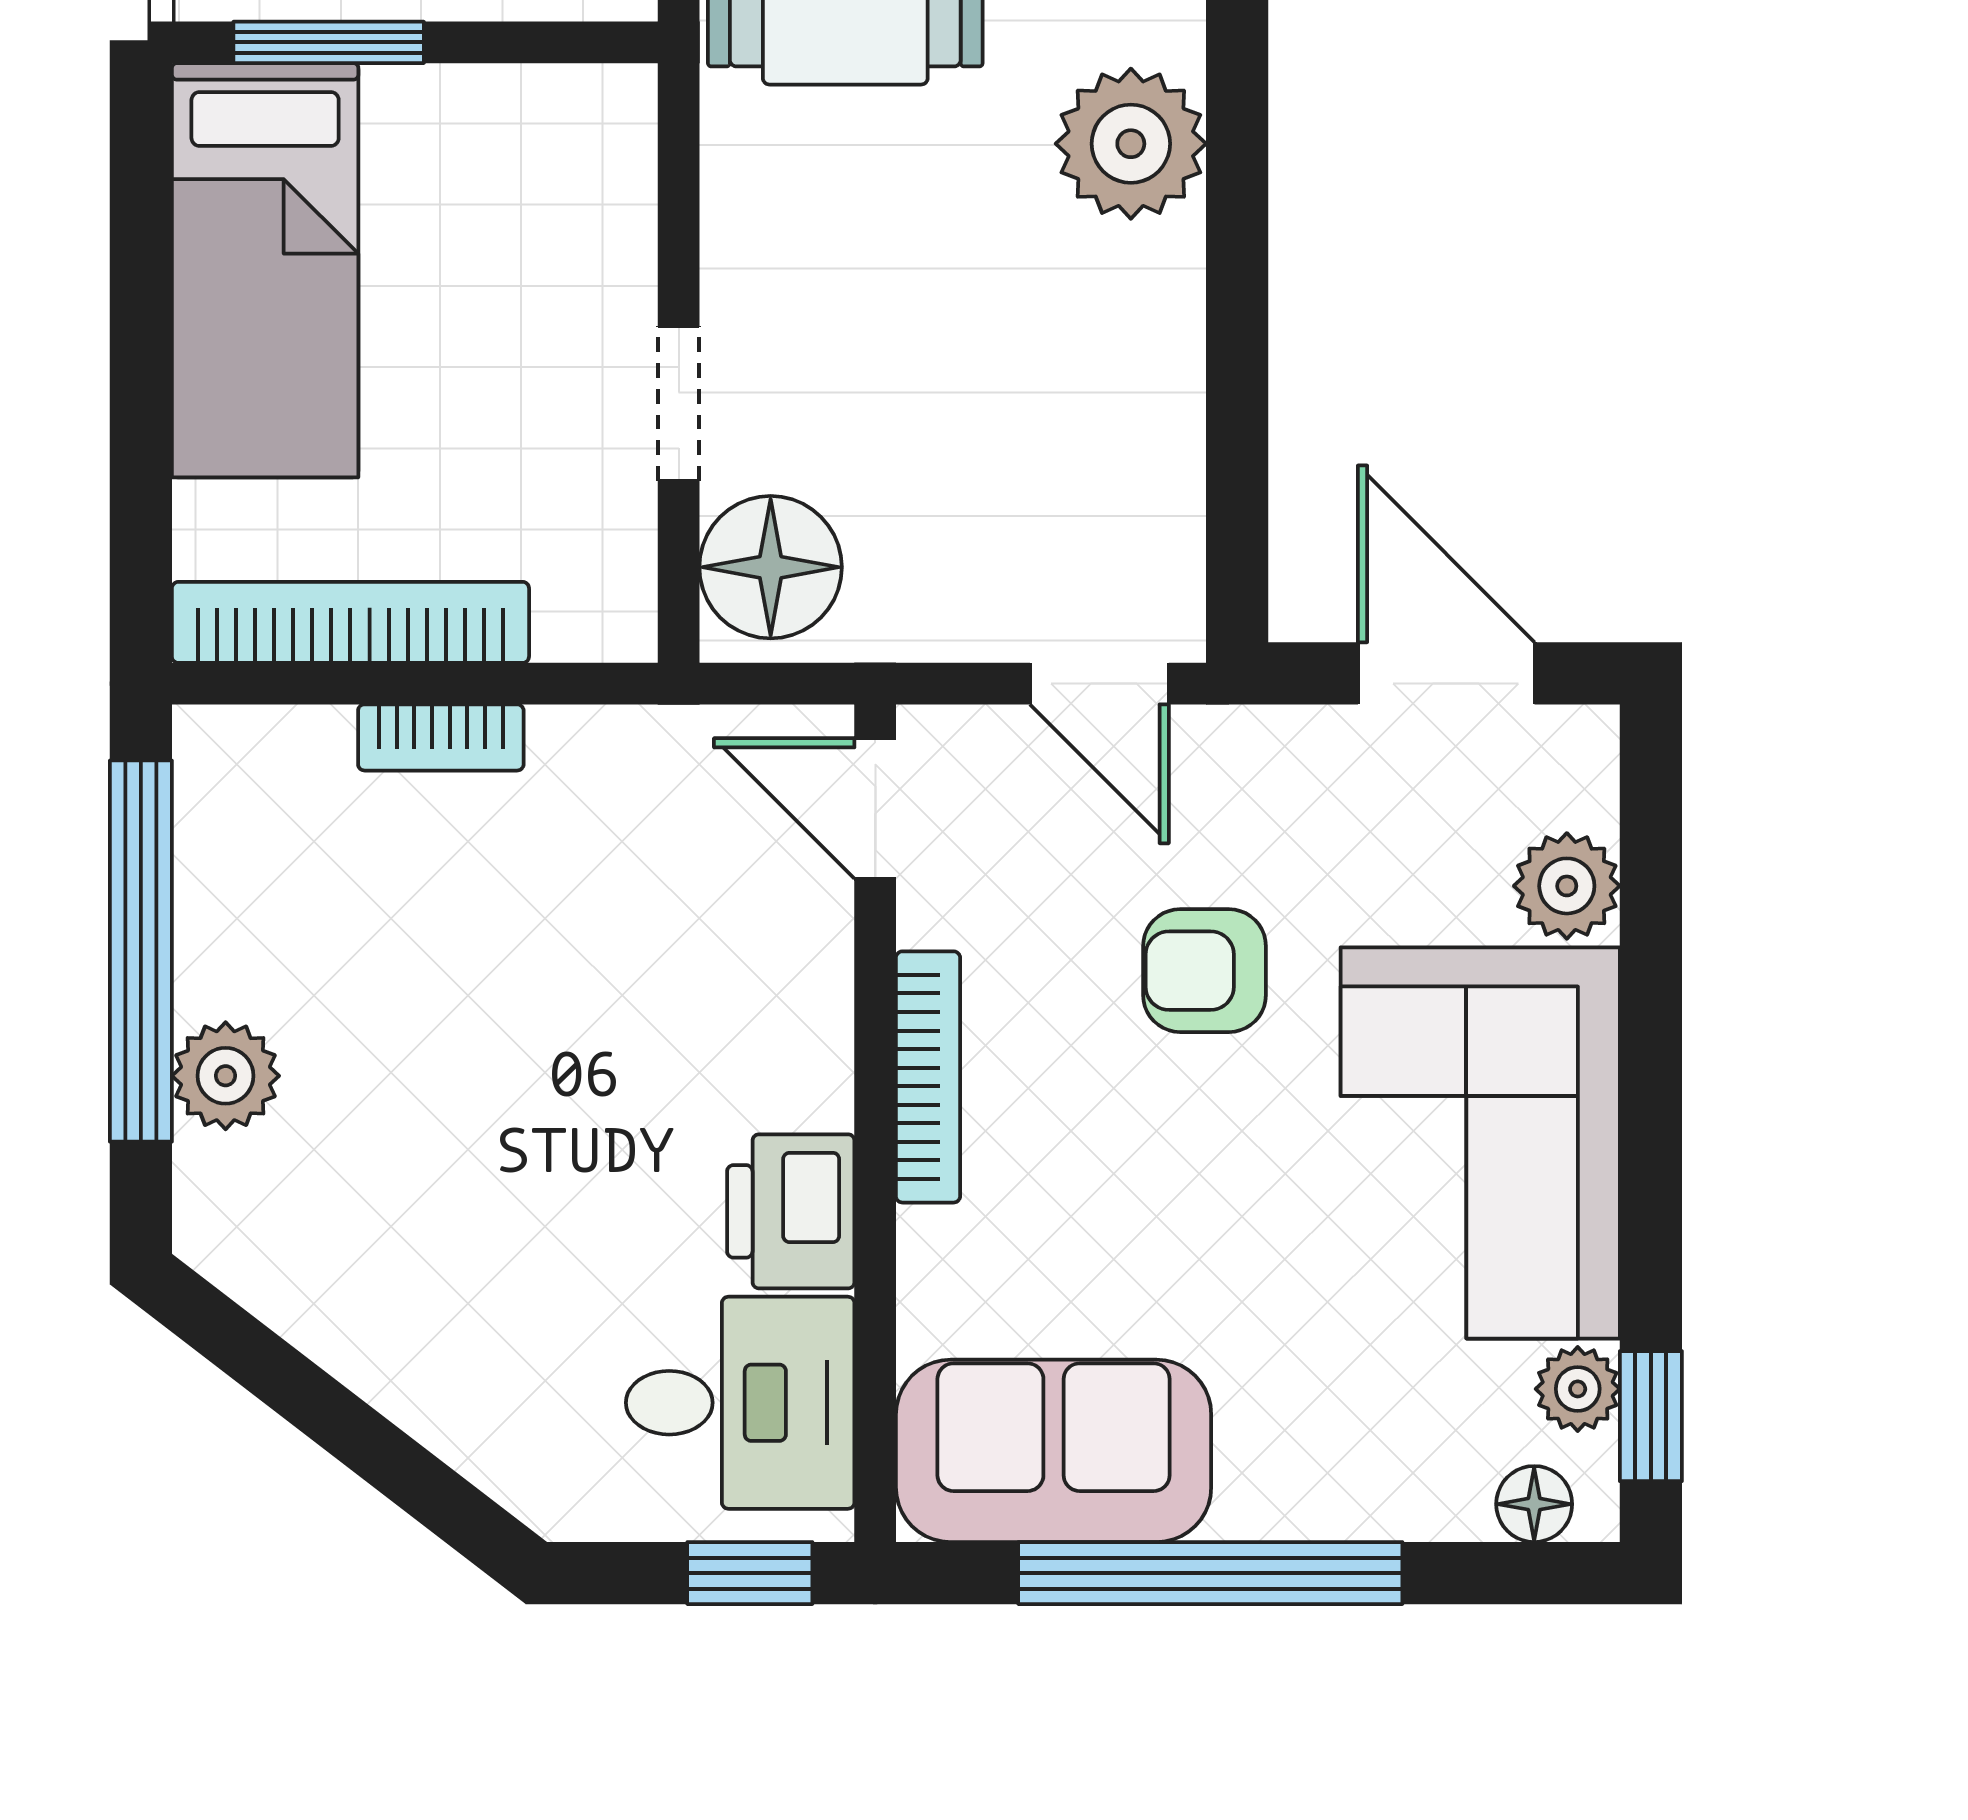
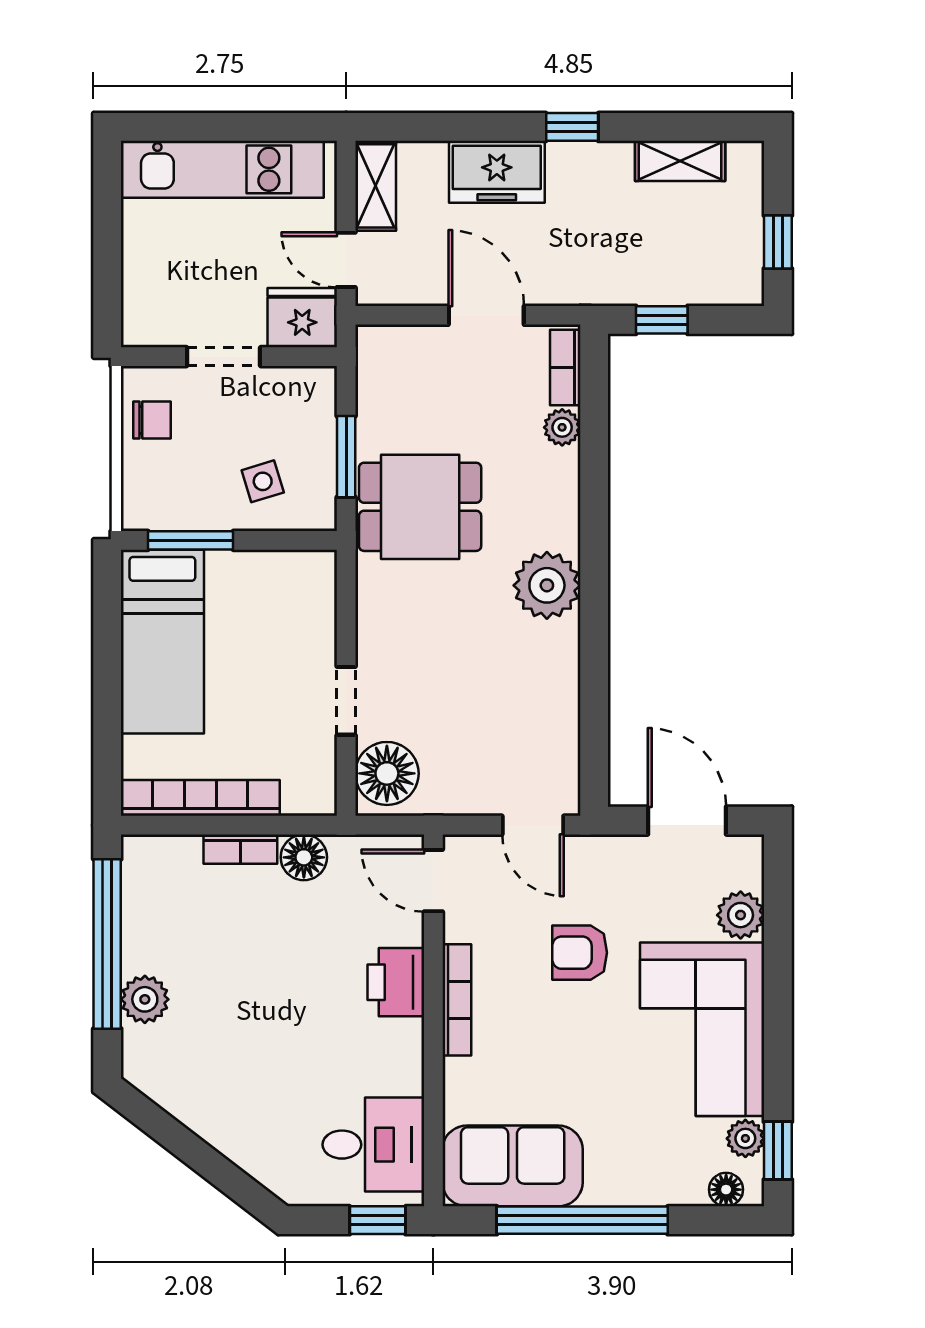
floor lamp: (584, 756) -> (304, 857), added
printer: (791, 1211) -> (396, 982), moved

